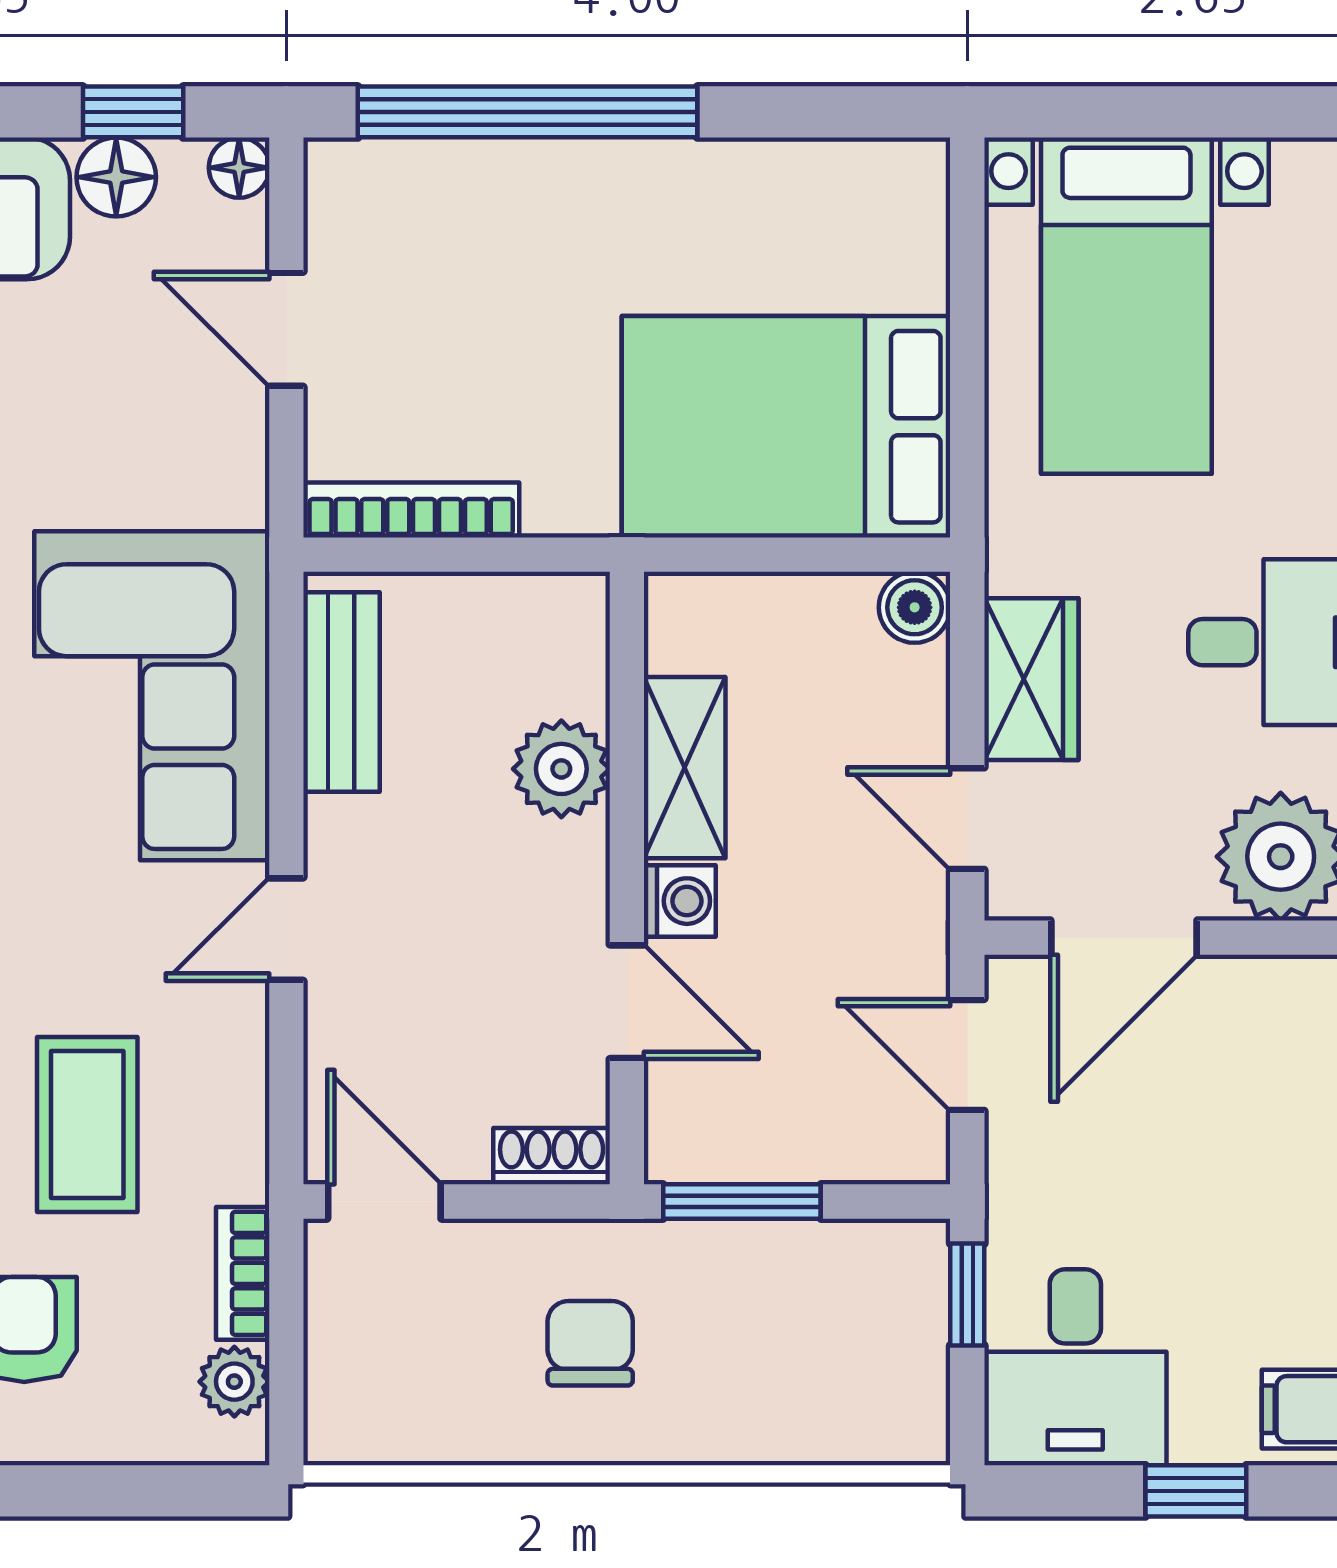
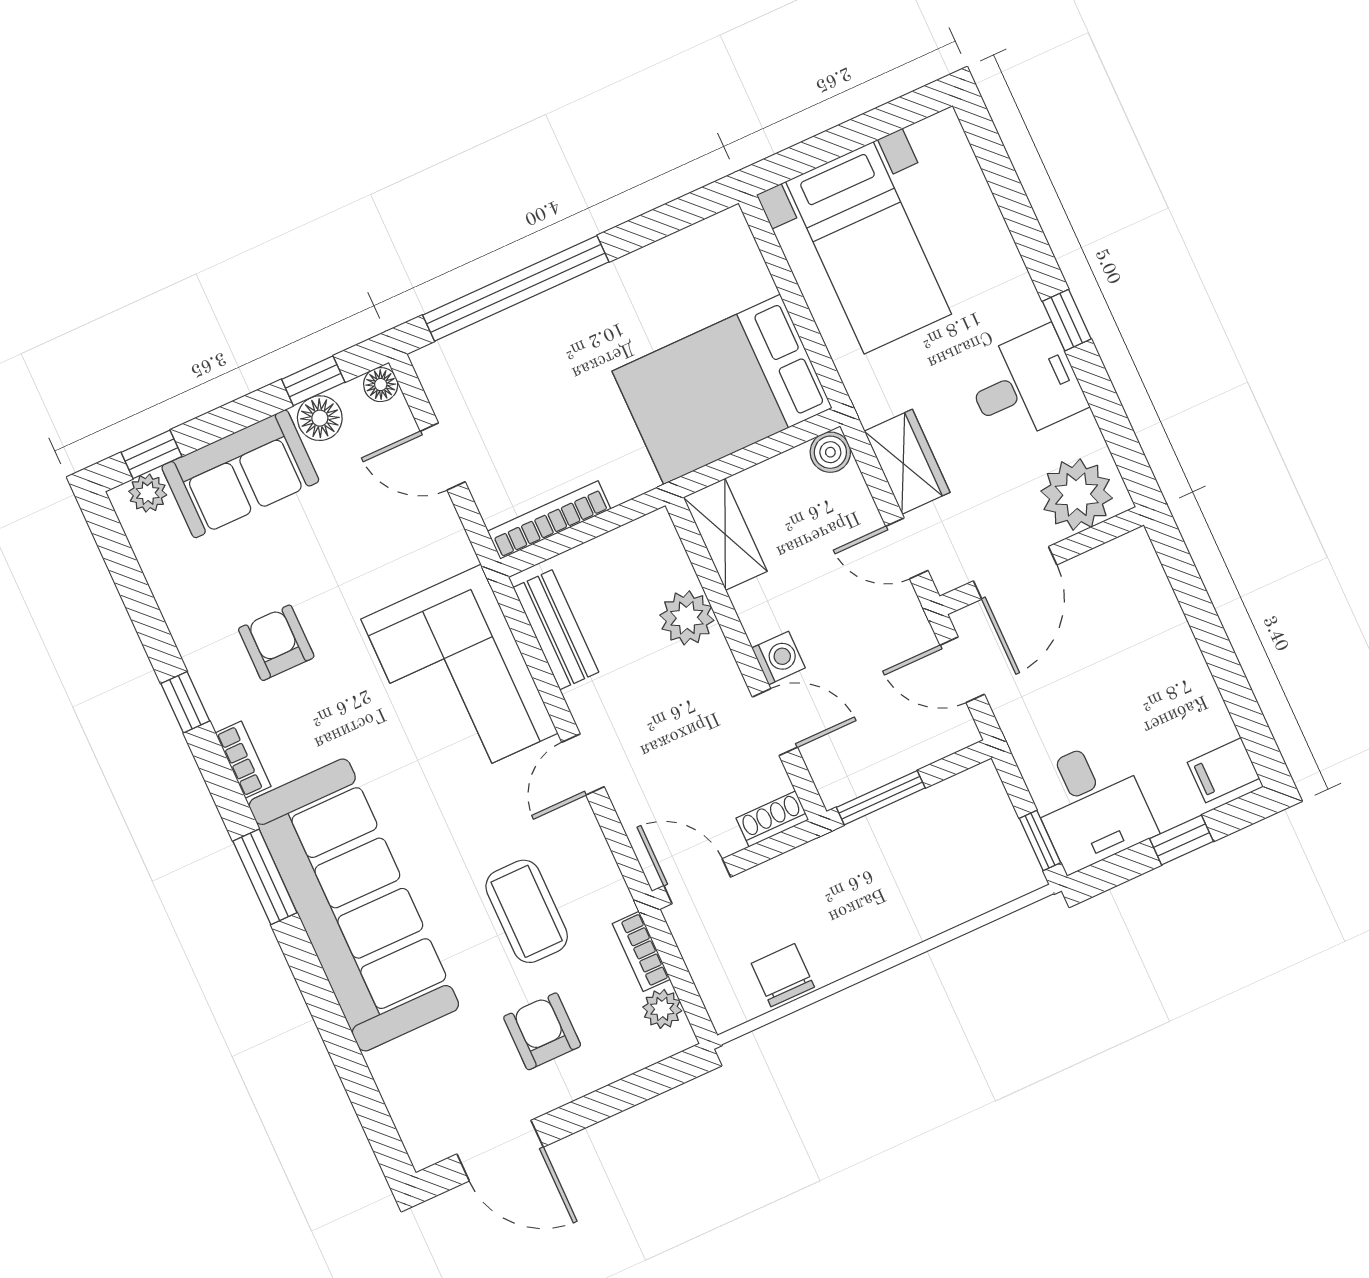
shelving: (685, 768) -> (725, 534), moved
window: (967, 1294) -> (1040, 840), moved
chair: (590, 1343) -> (783, 975), moved

